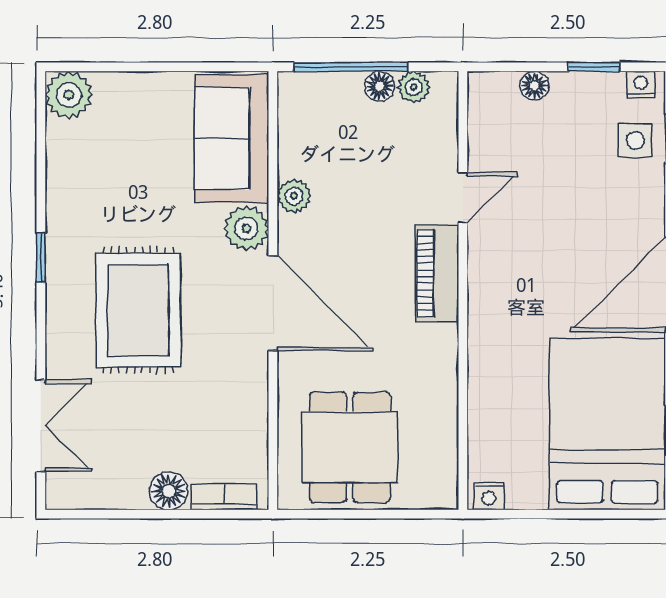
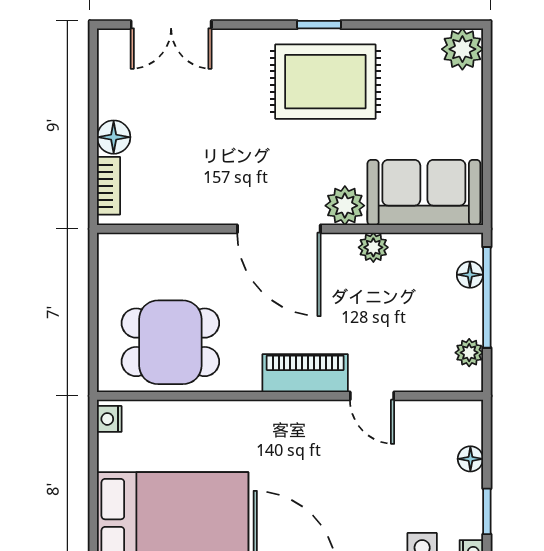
floor lamp: (379, 86) -> (470, 275), moved
door: (273, 303) -> (279, 229), hinge flipped
rug: (138, 310) -> (325, 82), moved
dining table: (350, 447) -> (170, 342), moved

